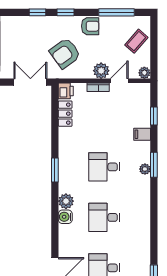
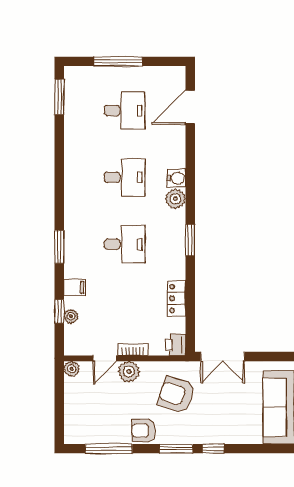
window: (65, 12) -> (176, 449), width x1.50
coffee table: (136, 41) -> (82, 411), removed
armchair: (65, 53) -> (177, 395), turned -126
locker: (65, 114) -> (177, 299), moved
plant: (145, 169) -> (71, 316), moved

